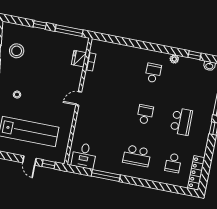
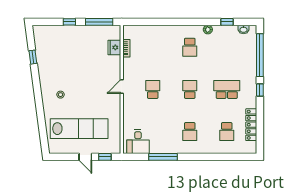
stool: (17, 51) -> (52, 52), removed
school desk: (153, 73) -> (190, 47), turned 180
school desk: (109, 107) -> (153, 89), added
school desk: (181, 122) -> (227, 89), turned -90
school desk: (137, 156) -> (190, 132), width x0.54
locker: (196, 173) -> (251, 125), moved

